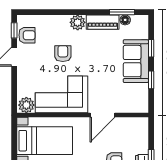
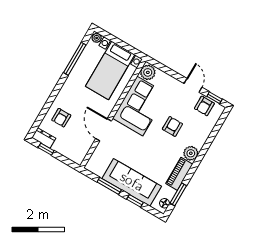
floor lamp: (125, 20) -> (165, 203), moved
armchair: (63, 54) -> (172, 126), turned -90
sofa: (136, 61) -> (132, 182), width x1.36
window: (151, 80) -> (109, 186), width x1.50

